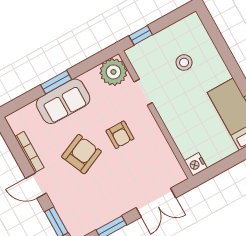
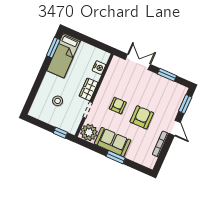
sofa: (63, 101) -> (113, 142), moved
wardrobe: (169, 113) -> (89, 89), added
armchair: (81, 154) -> (142, 117), turned 114
nightstand: (196, 164) -> (99, 68), moved

